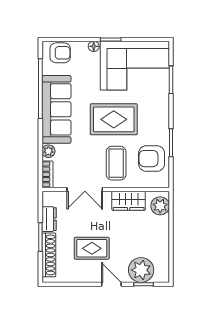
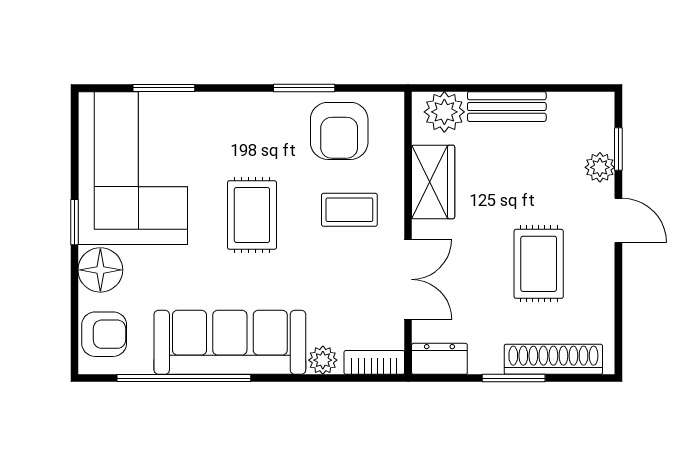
floor lamp: (94, 46) -> (100, 270), width x1.89, depth x1.89
armchair: (60, 53) -> (104, 334), turned 90
rug: (114, 119) -> (252, 215), width x0.73, depth x0.70
coffee table: (116, 163) -> (349, 210), width x0.73, depth x0.77
dresser: (49, 219) -> (439, 359), moved
bench: (163, 234) -> (507, 107), added
plant: (141, 270) -> (600, 167), width x0.53, depth x0.53
door: (111, 284) -> (618, 220), swing flipped

